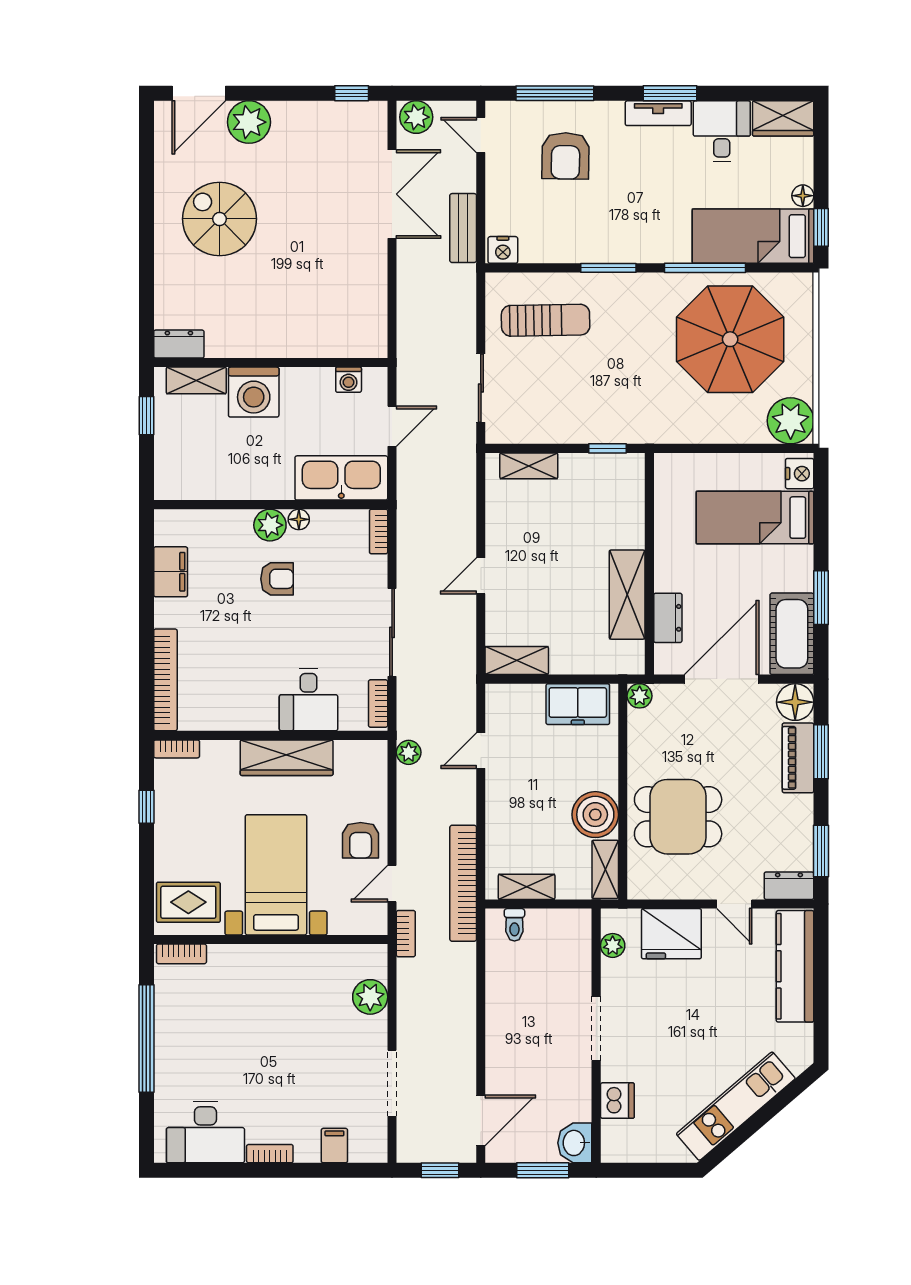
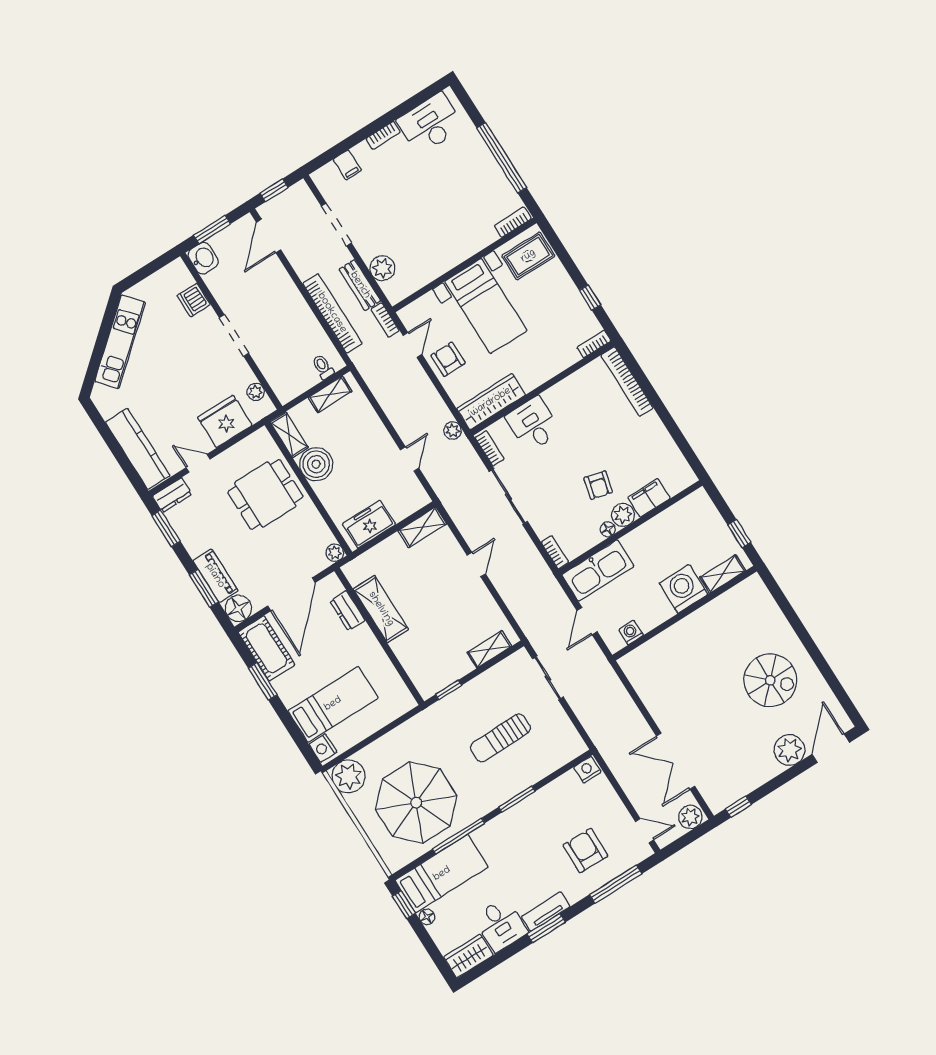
bench: (463, 228) -> (360, 285), moved
sun lounger: (546, 320) -> (500, 738), moved
dresser: (179, 344) -> (747, 589), removed
filing cabinet: (171, 572) -> (649, 498), moved, turned 90
armchair: (277, 579) -> (598, 485), turned -76
wardrobe: (287, 758) -> (491, 402), moved
bookcase: (463, 883) -> (332, 313), moved

